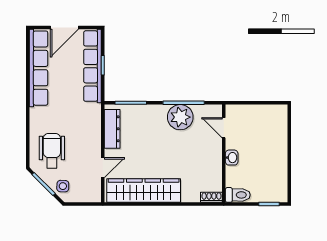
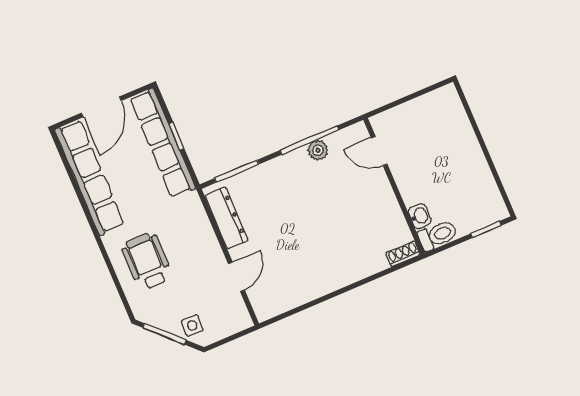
plant: (180, 117) -> (318, 150), width x0.53, depth x0.53
wheelchair: (52, 151) -> (147, 261), moved
washbasin: (232, 158) -> (420, 216), moved
wardrobe: (144, 191) -> (306, 284), removed

